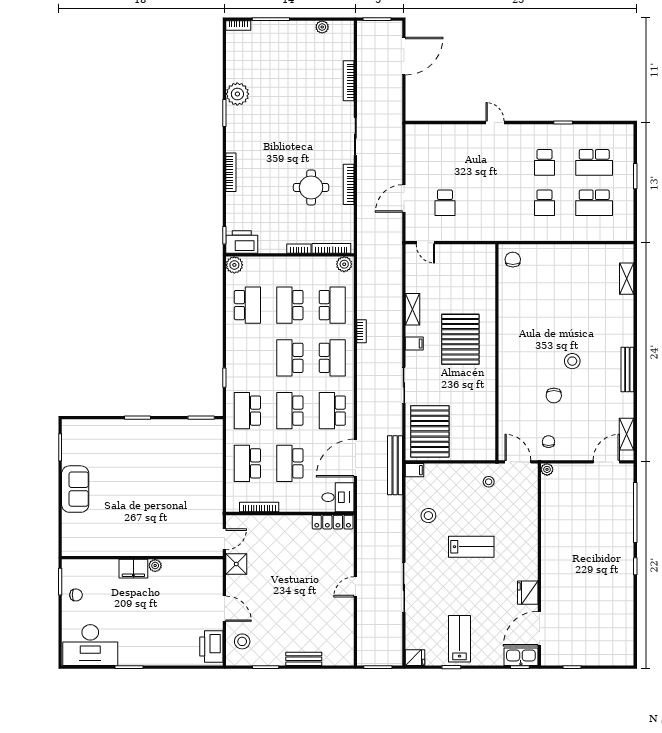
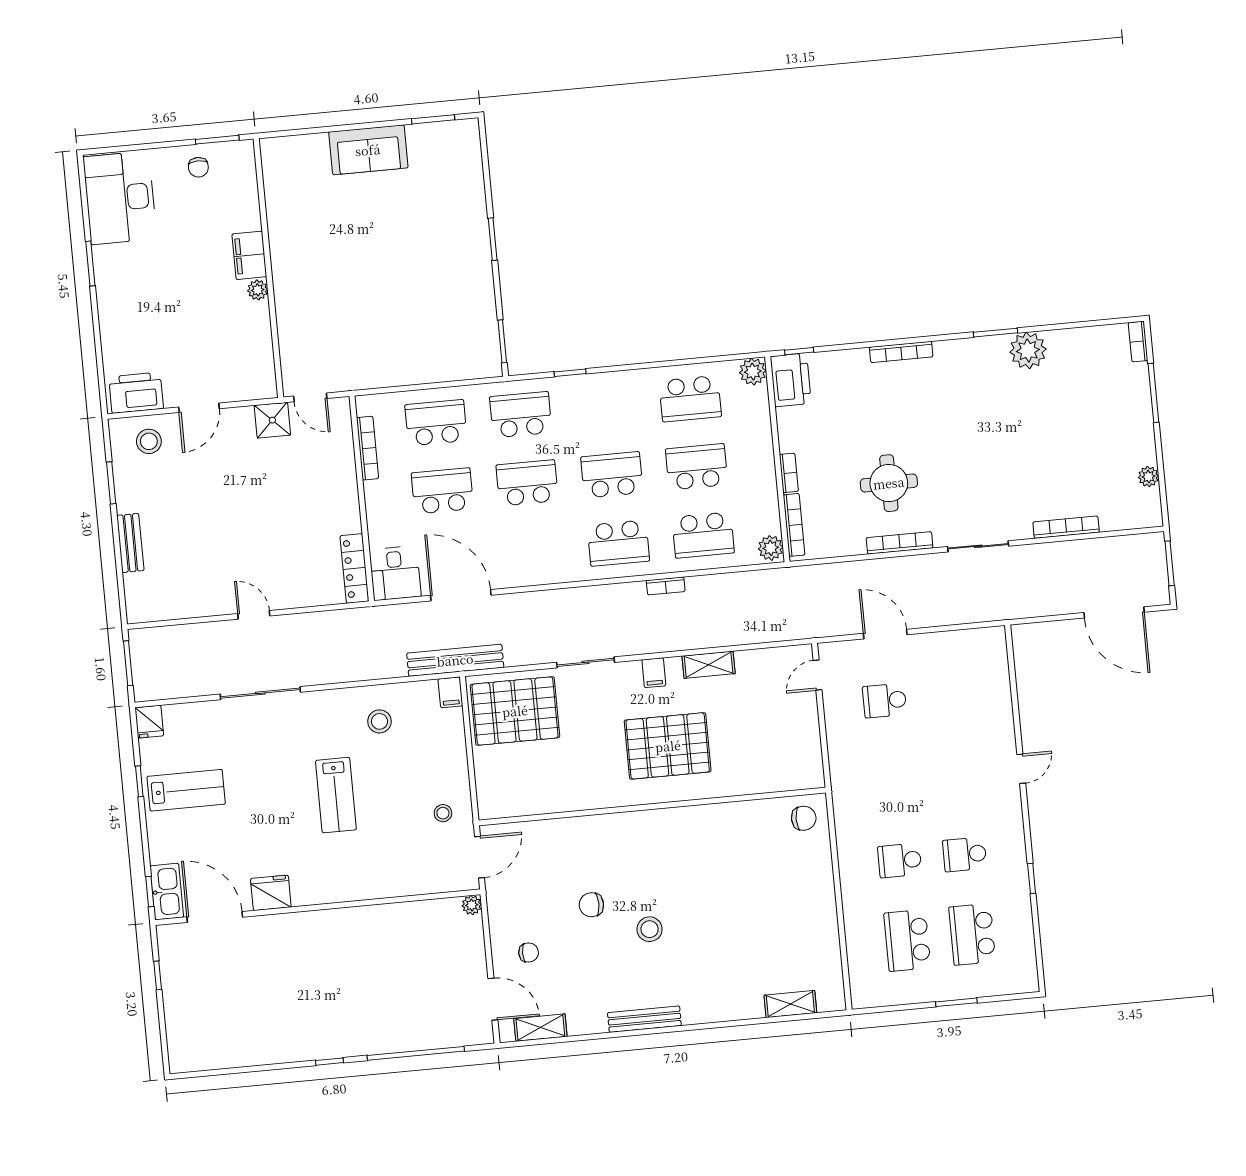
school desk: (332, 411) -> (534, 551), removed
chair: (549, 442) -> (529, 953), moved

